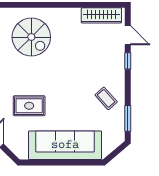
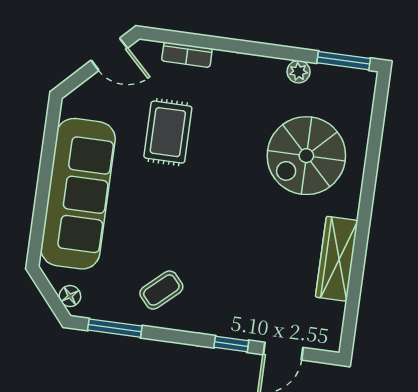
wardrobe: (101, 15) -> (337, 259), moved
floor lamp: (115, 142) -> (70, 296), added

